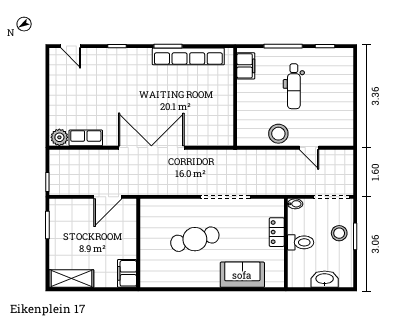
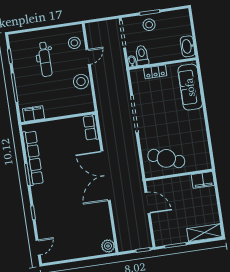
dental chair: (294, 86) -> (45, 59), moved, turned 90
stool: (330, 133) -> (74, 43), added
row of seats: (86, 138) -> (91, 128), moved
cafe table: (195, 239) -> (166, 158), moved, turned -54
toilet: (301, 242) -> (142, 55), moved
sofa: (242, 275) -> (190, 87), width x1.36
shelving: (71, 278) -> (204, 233), moved, turned 90
washbasin: (325, 279) -> (188, 46), moved

